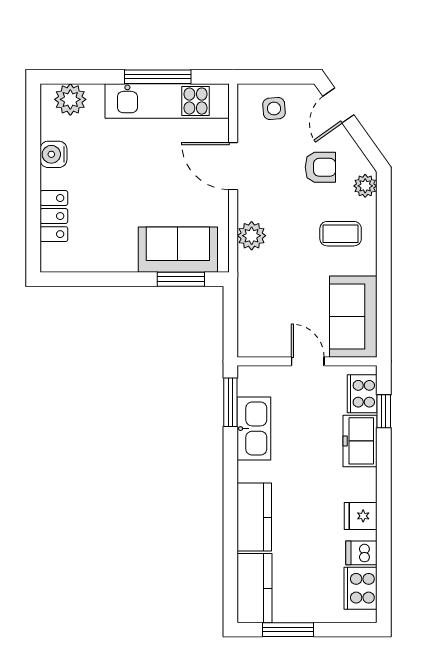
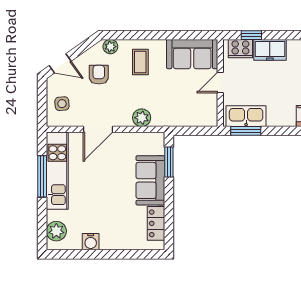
locker: (54, 216) -> (156, 223), moved, turned -90
sofa: (178, 250) -> (150, 180), moved
kitchen sink: (254, 429) -> (246, 116), moved

